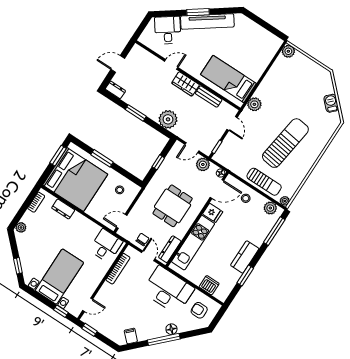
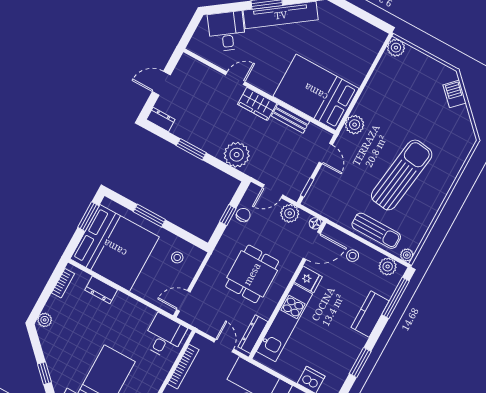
bed: (228, 79) -> (316, 92), width x1.50
barbecue: (331, 103) -> (455, 94), moved
chair: (142, 239) -> (243, 215), moved
kitchen counter: (245, 257) -> (370, 314), moved

